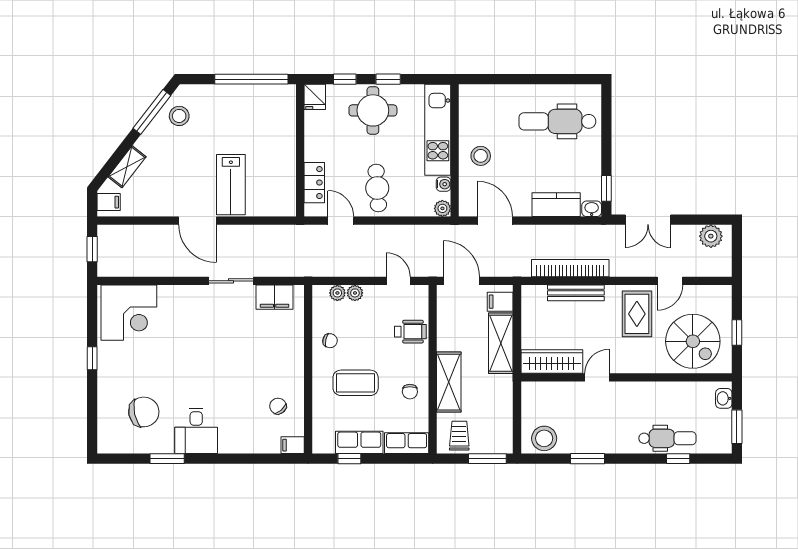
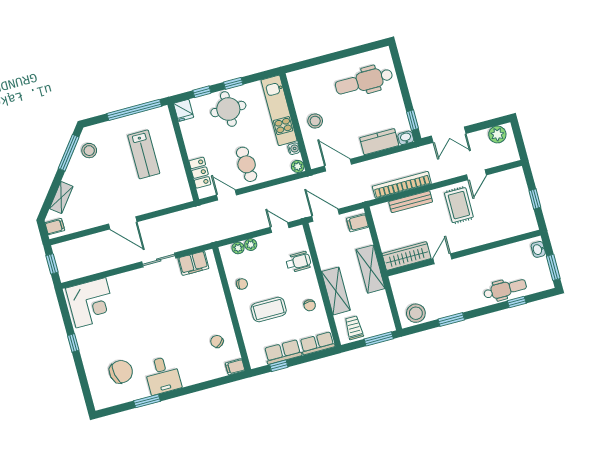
lab bench: (231, 185) -> (144, 154), moved
spiral stairs: (693, 341) -> (505, 214), removed
shelving: (501, 343) -> (370, 269), moved

